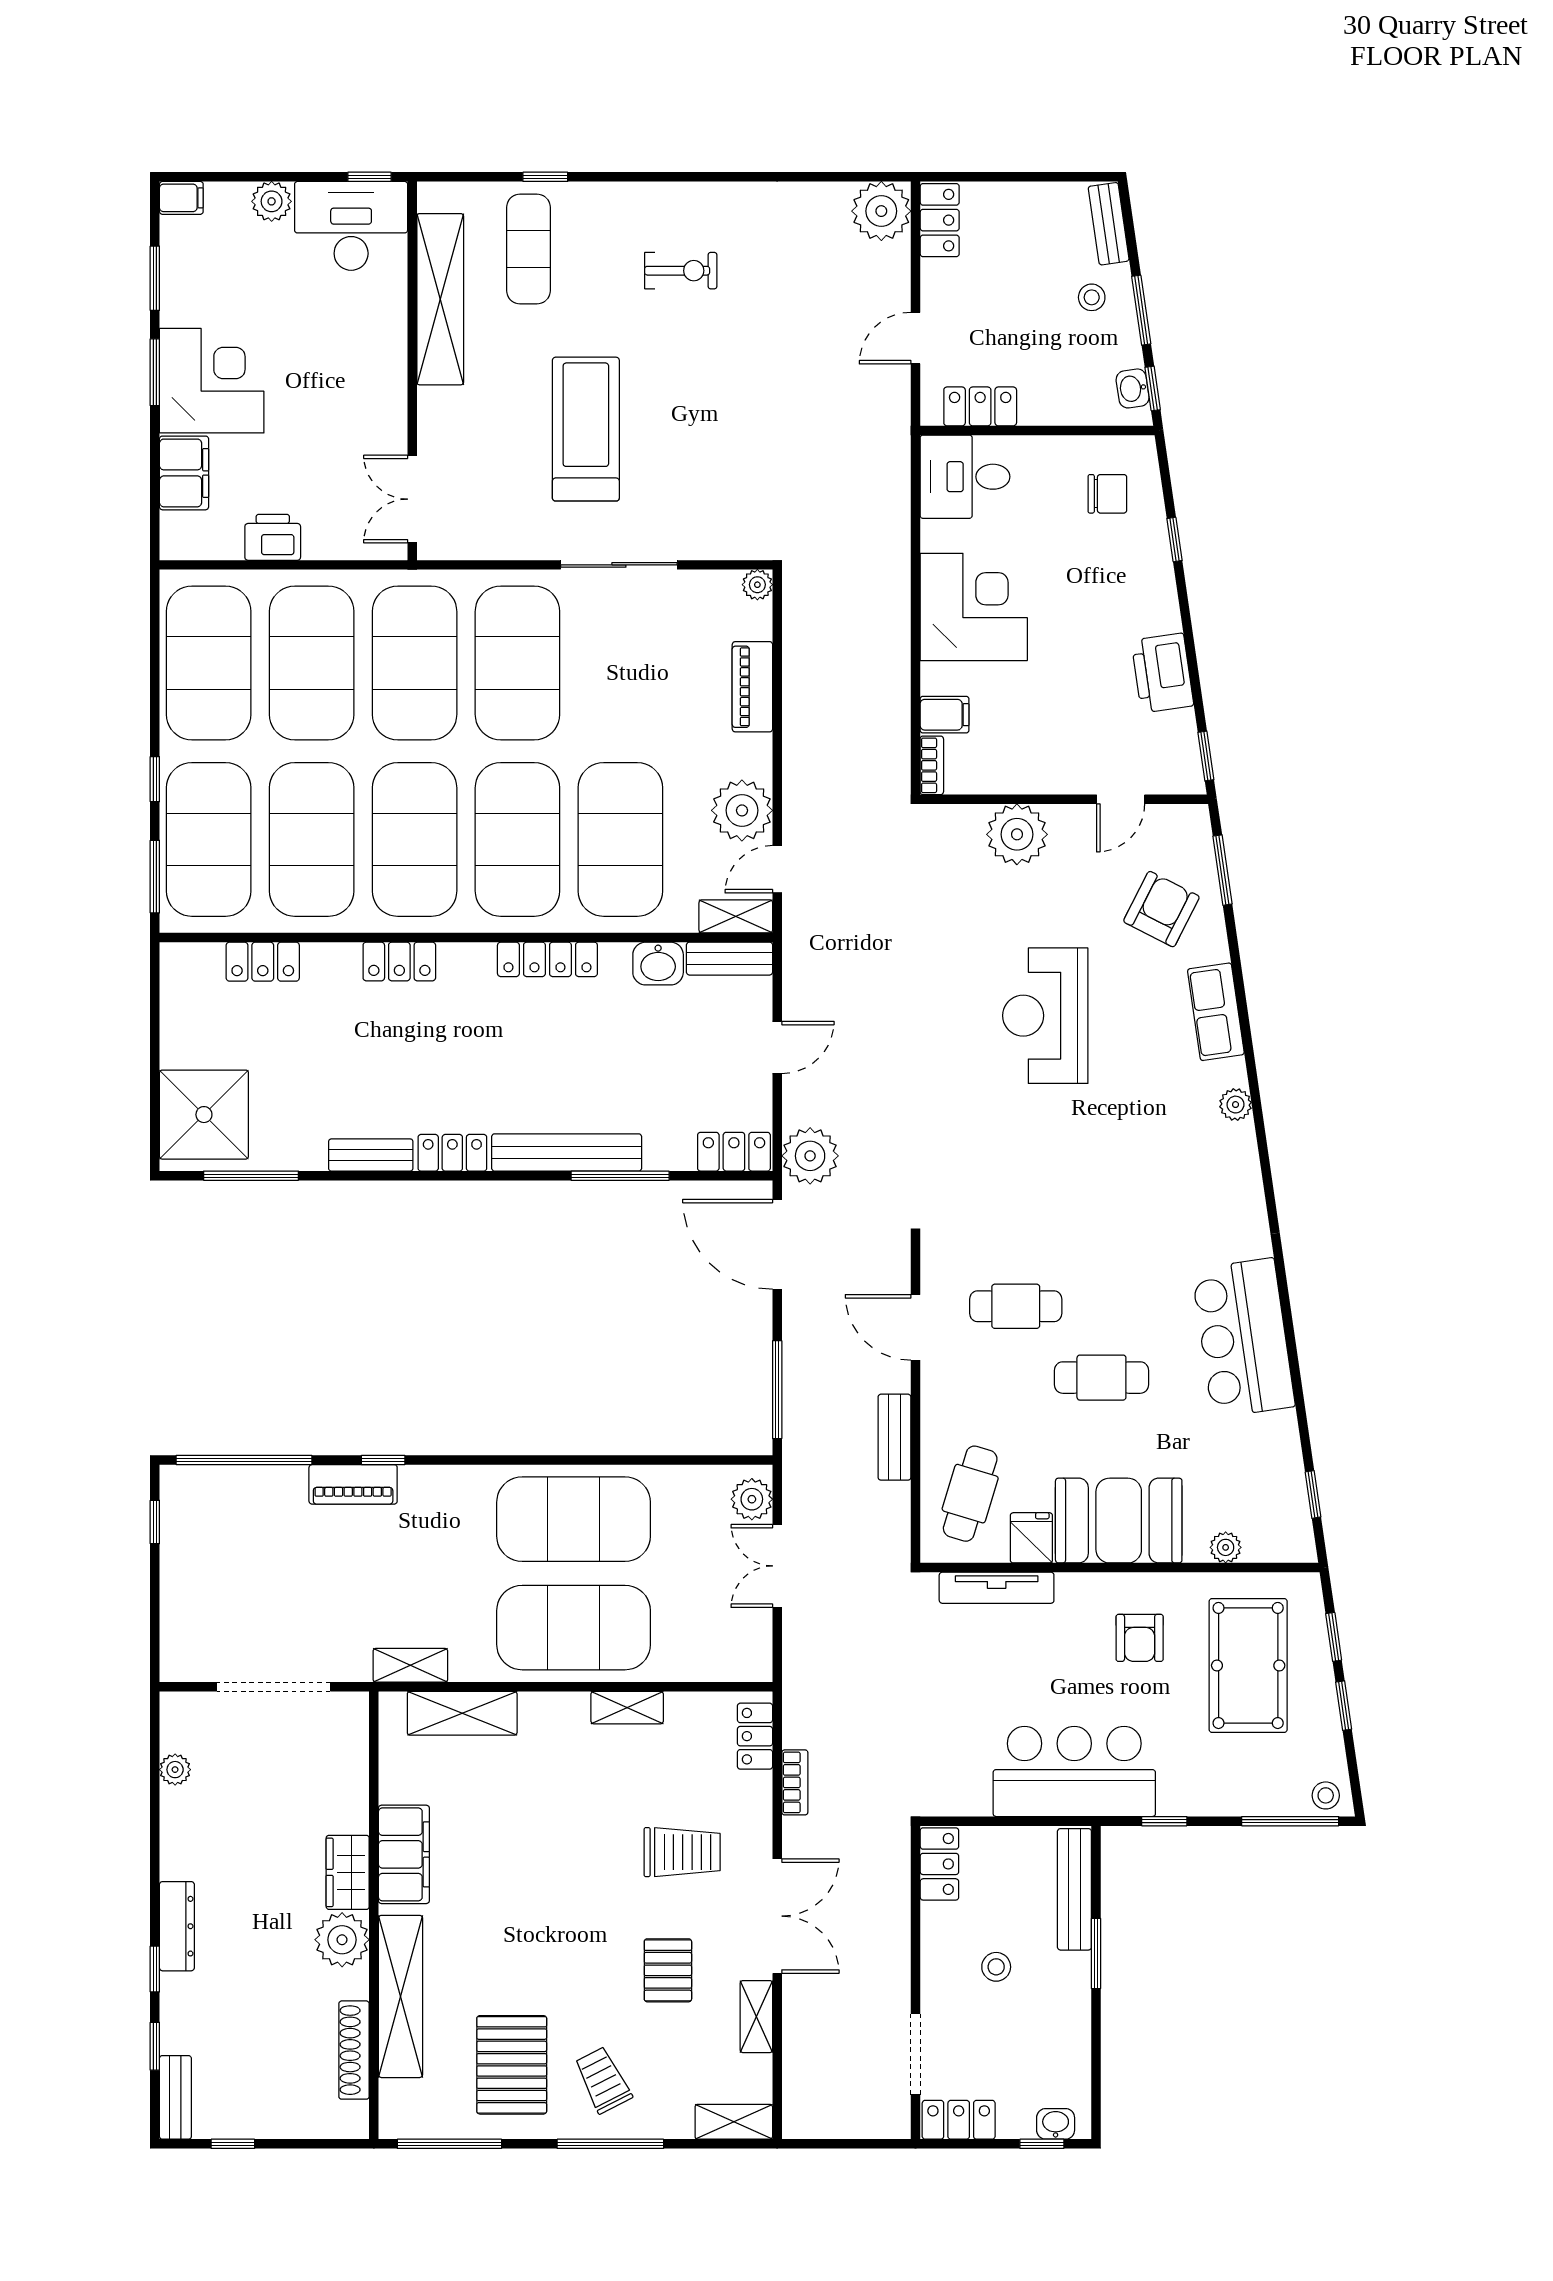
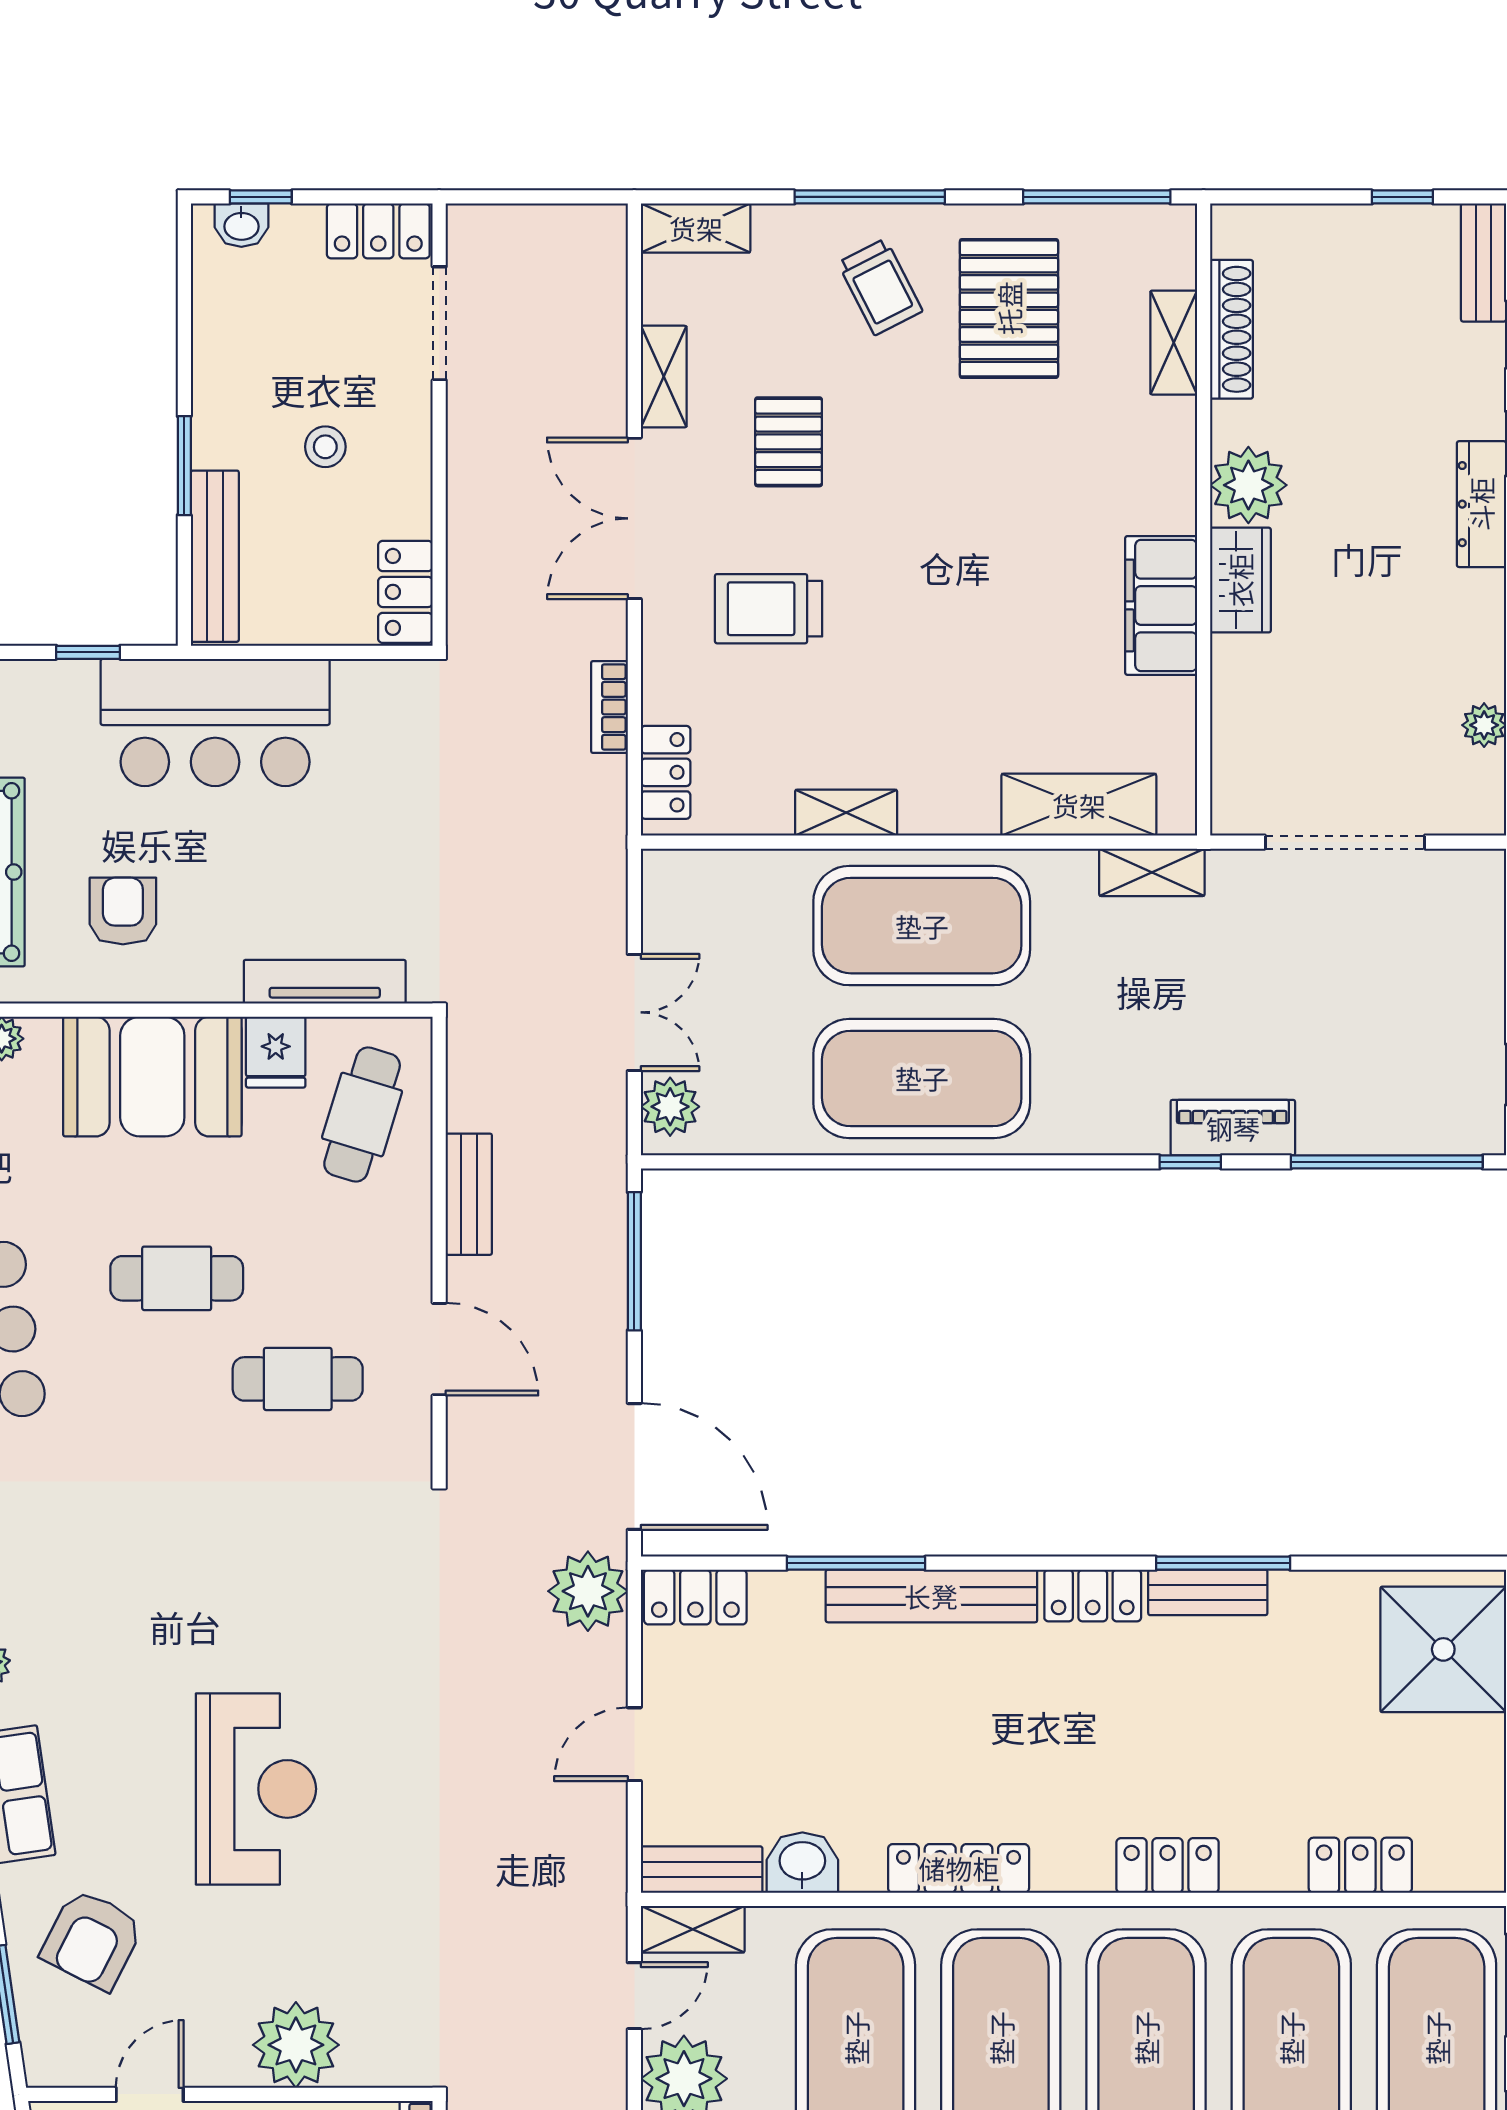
window: (251, 1176) -> (1223, 1563), moved
shelving: (401, 1996) -> (1174, 343), width x0.45, depth x0.75

